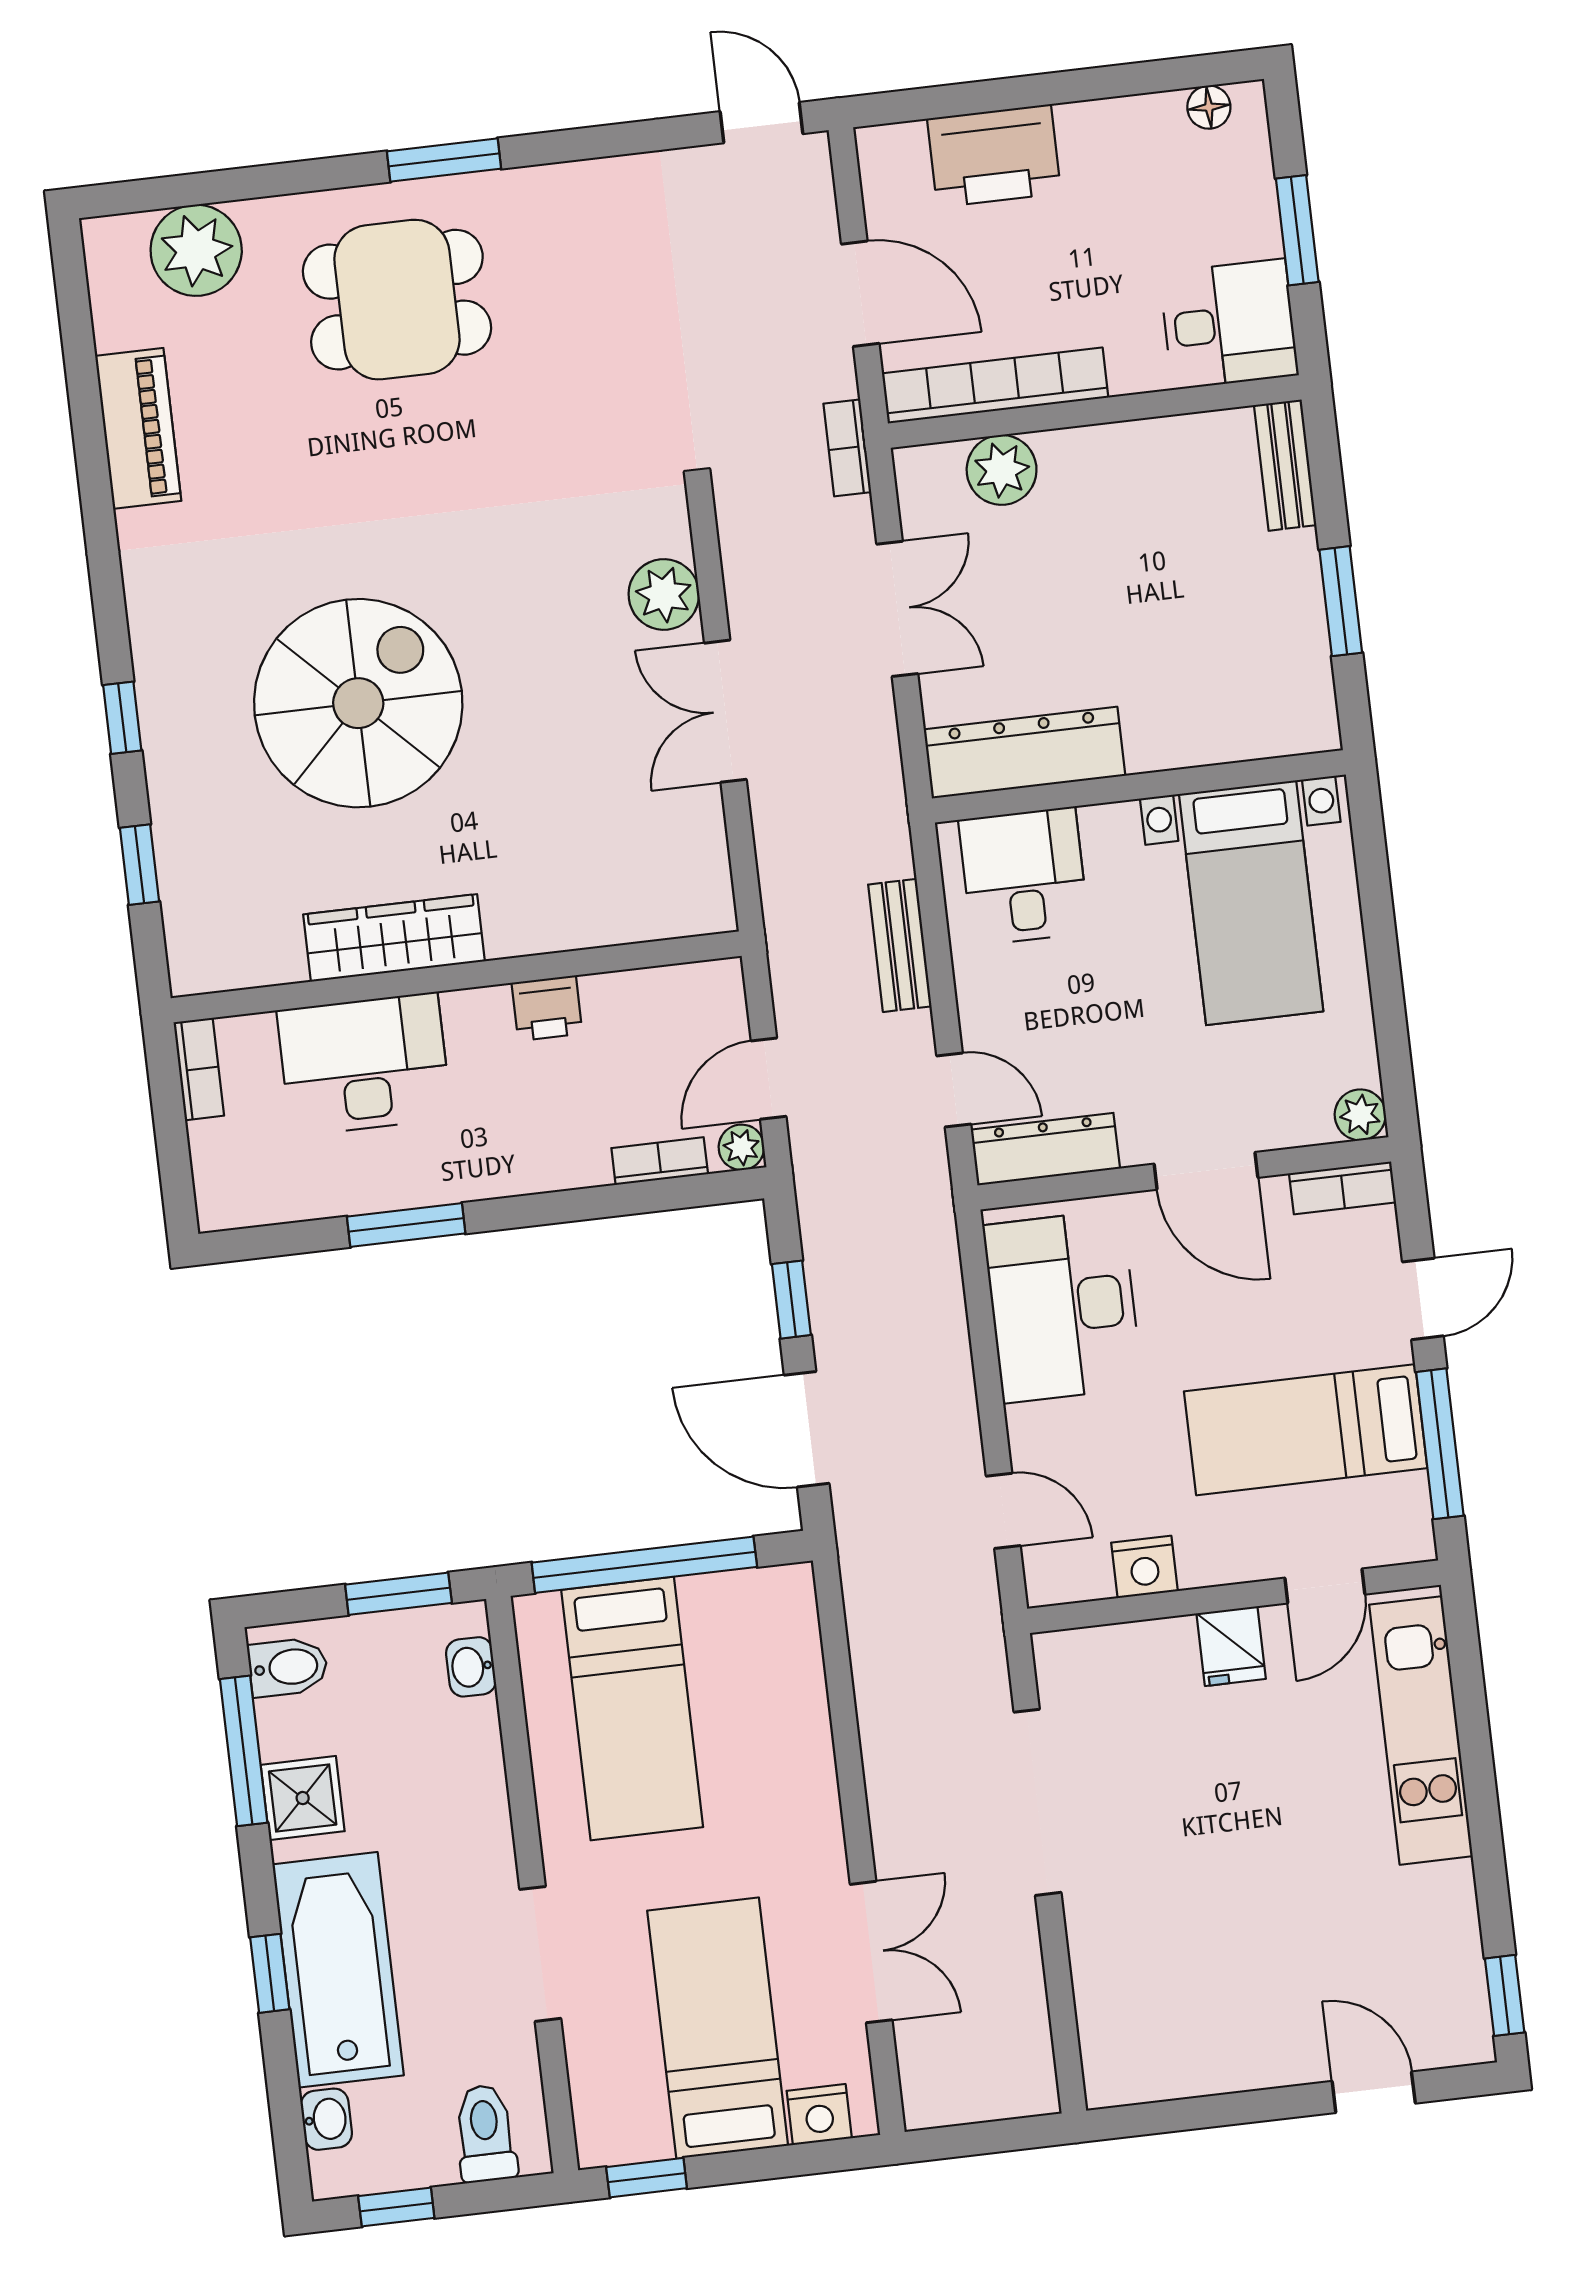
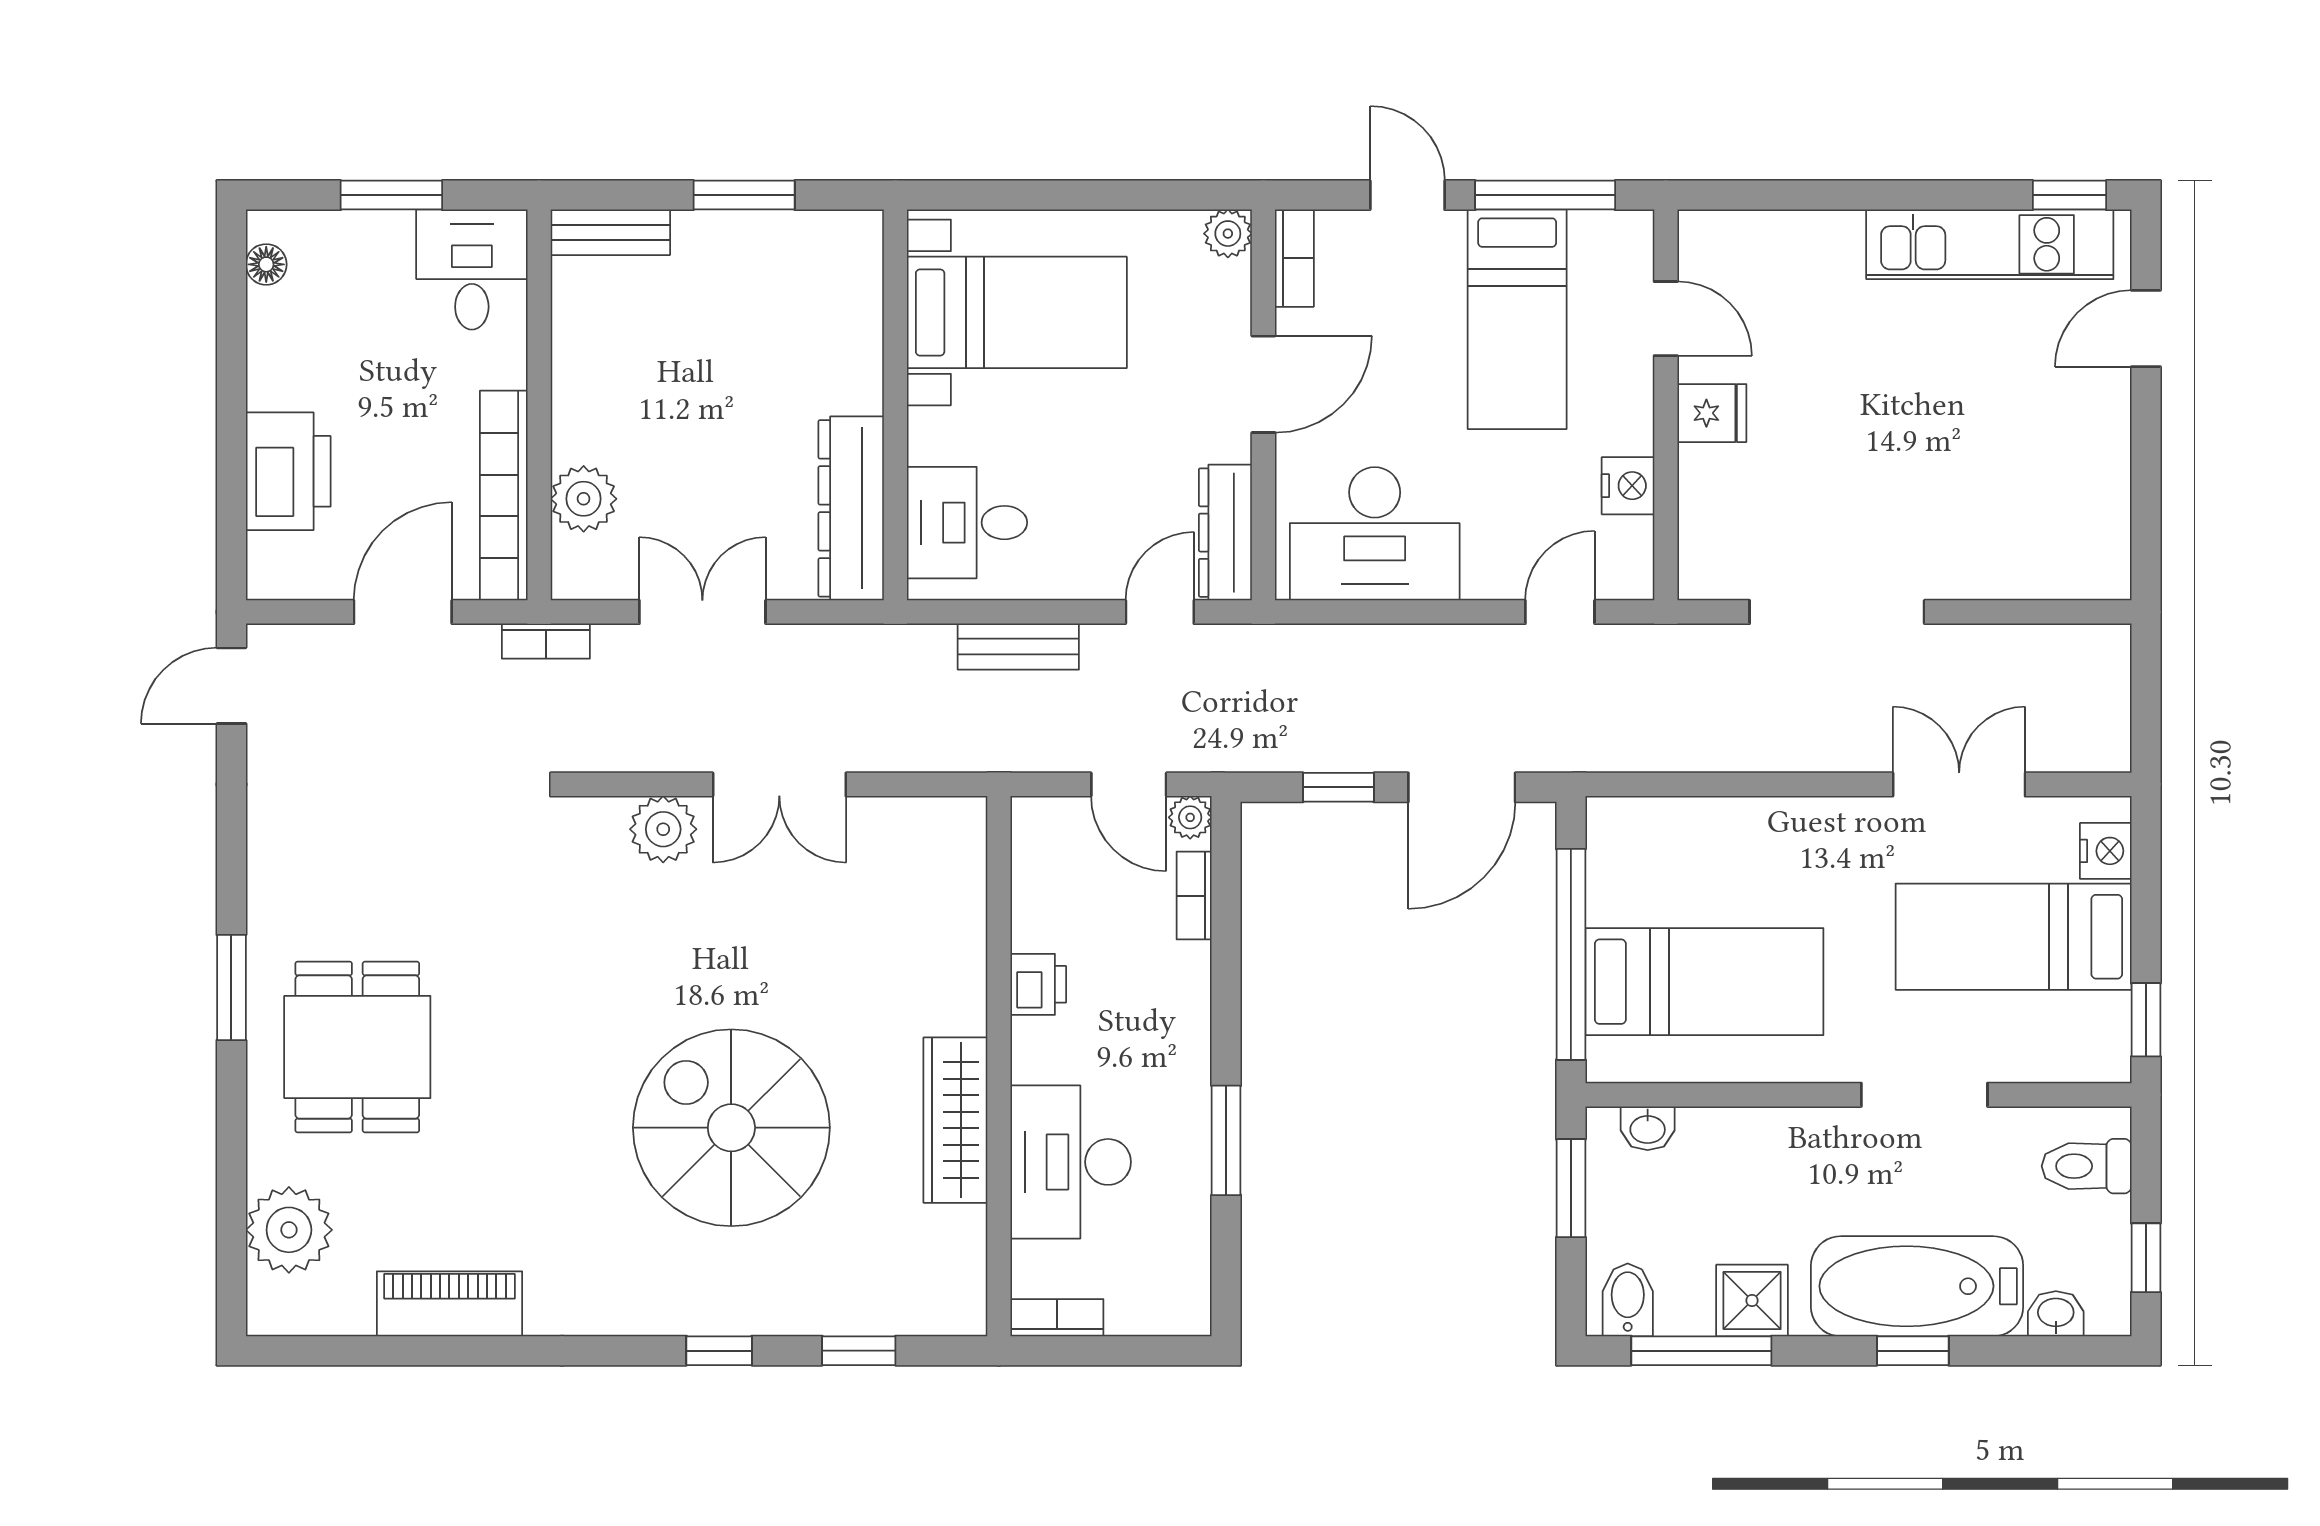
kitchen unit: (1421, 1730) -> (1990, 244), moved

